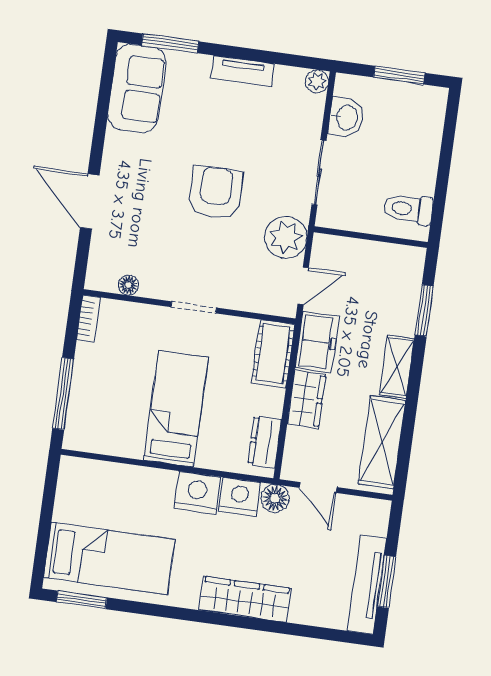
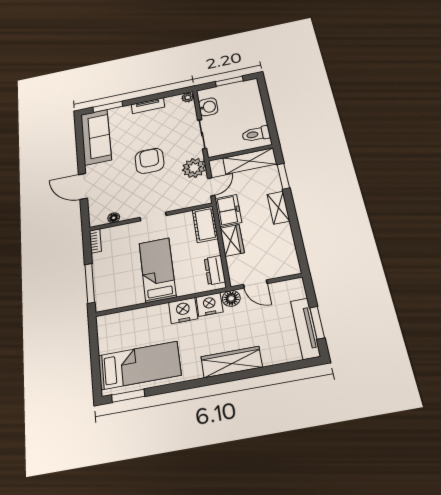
sofa: (137, 88) -> (96, 137), width x1.36
shelving: (382, 442) -> (250, 161), moved, turned 90

